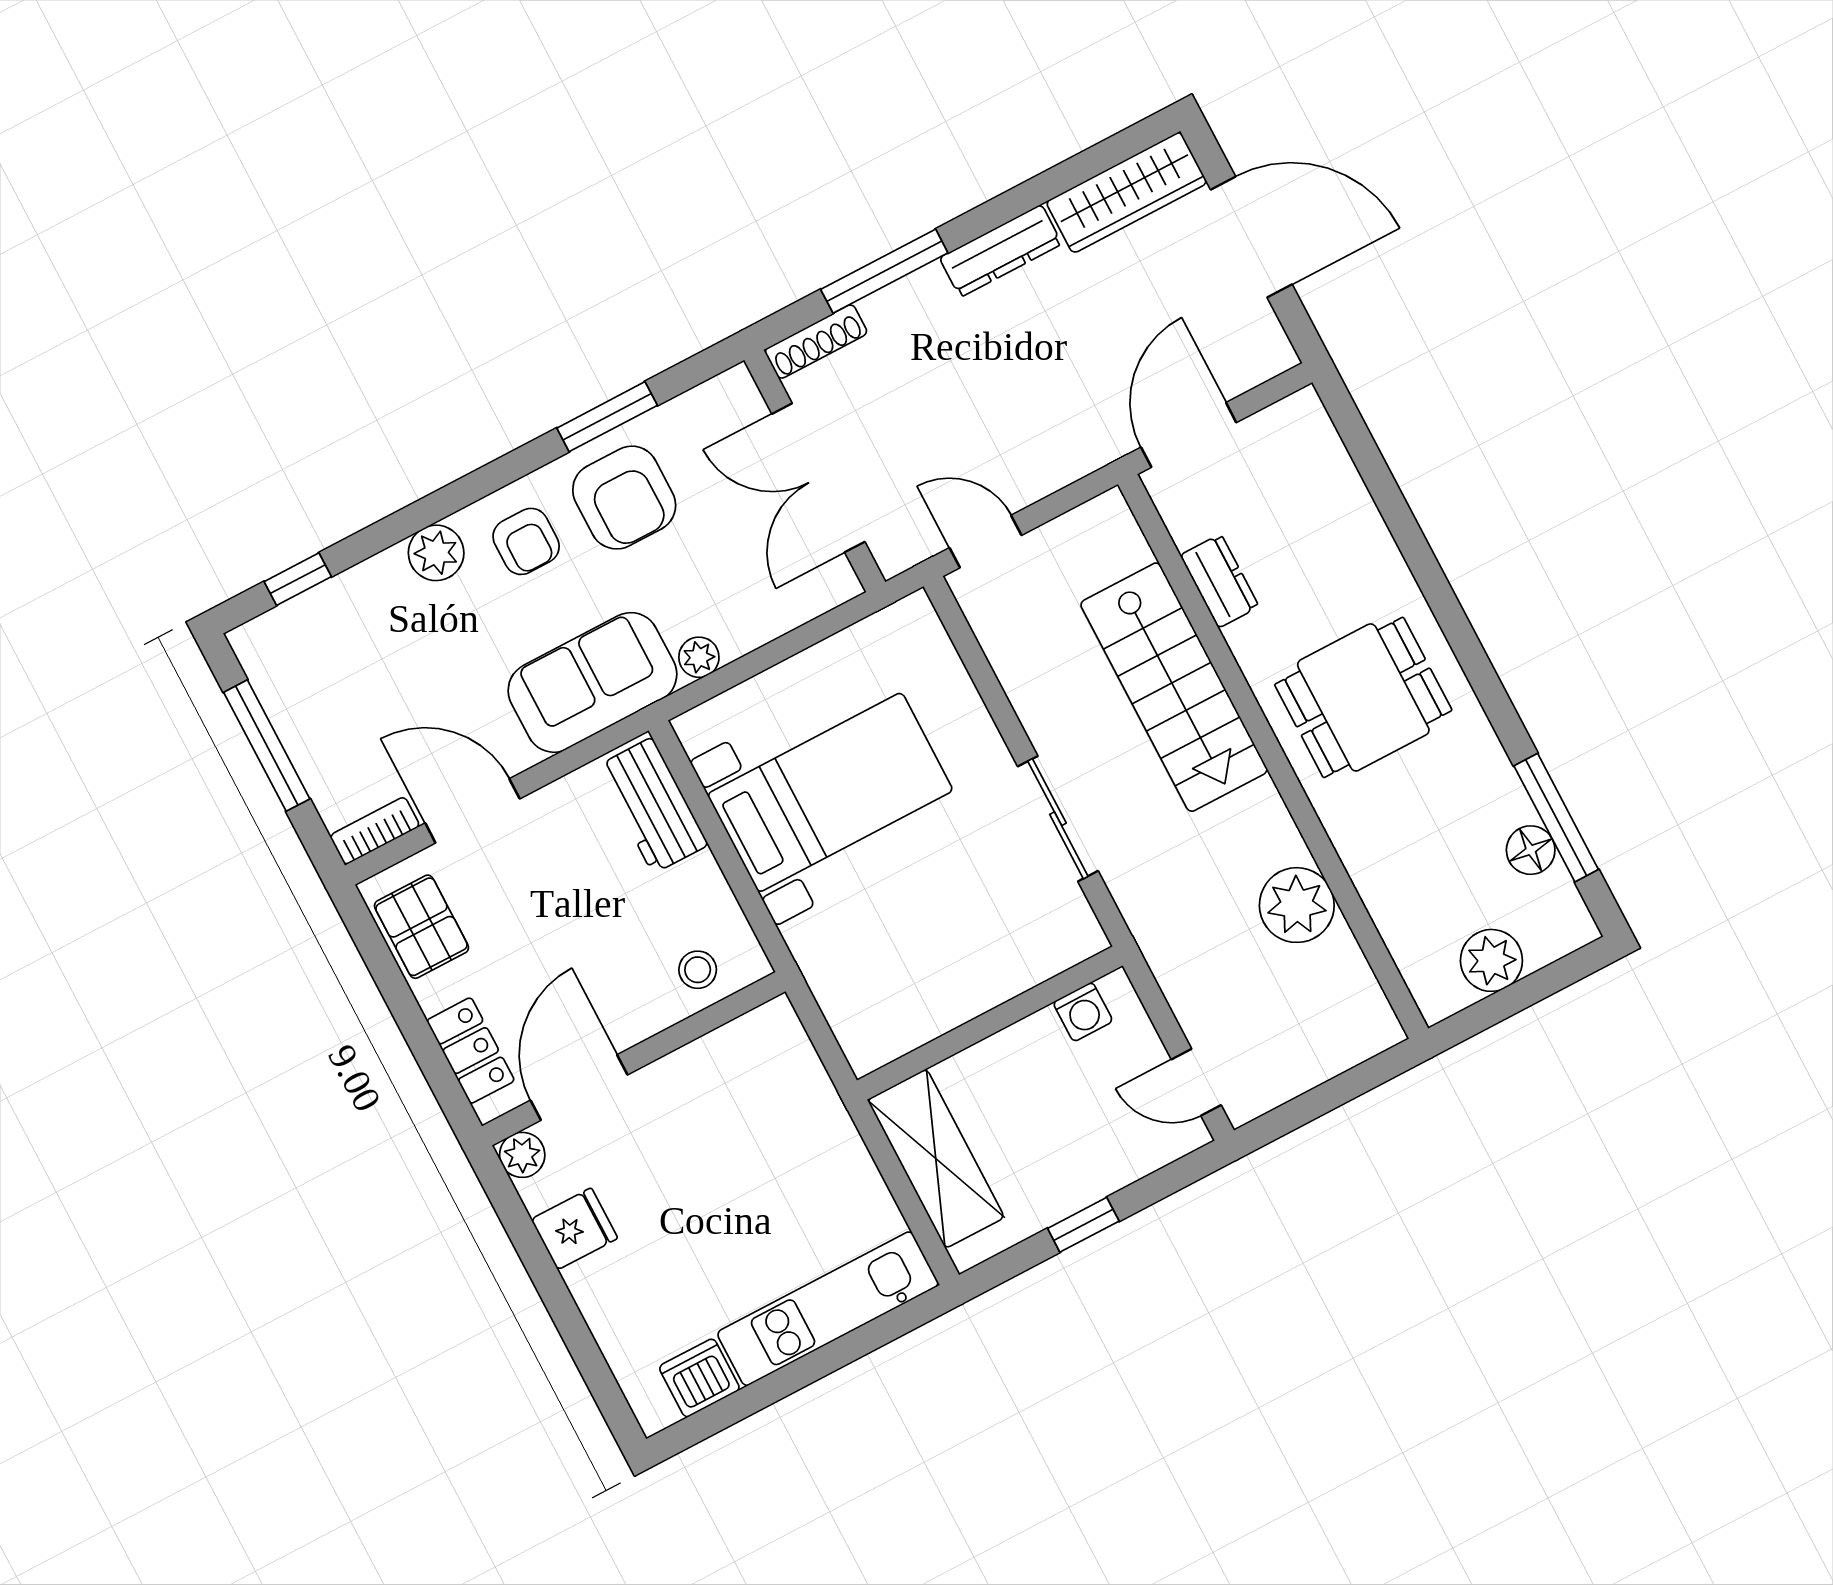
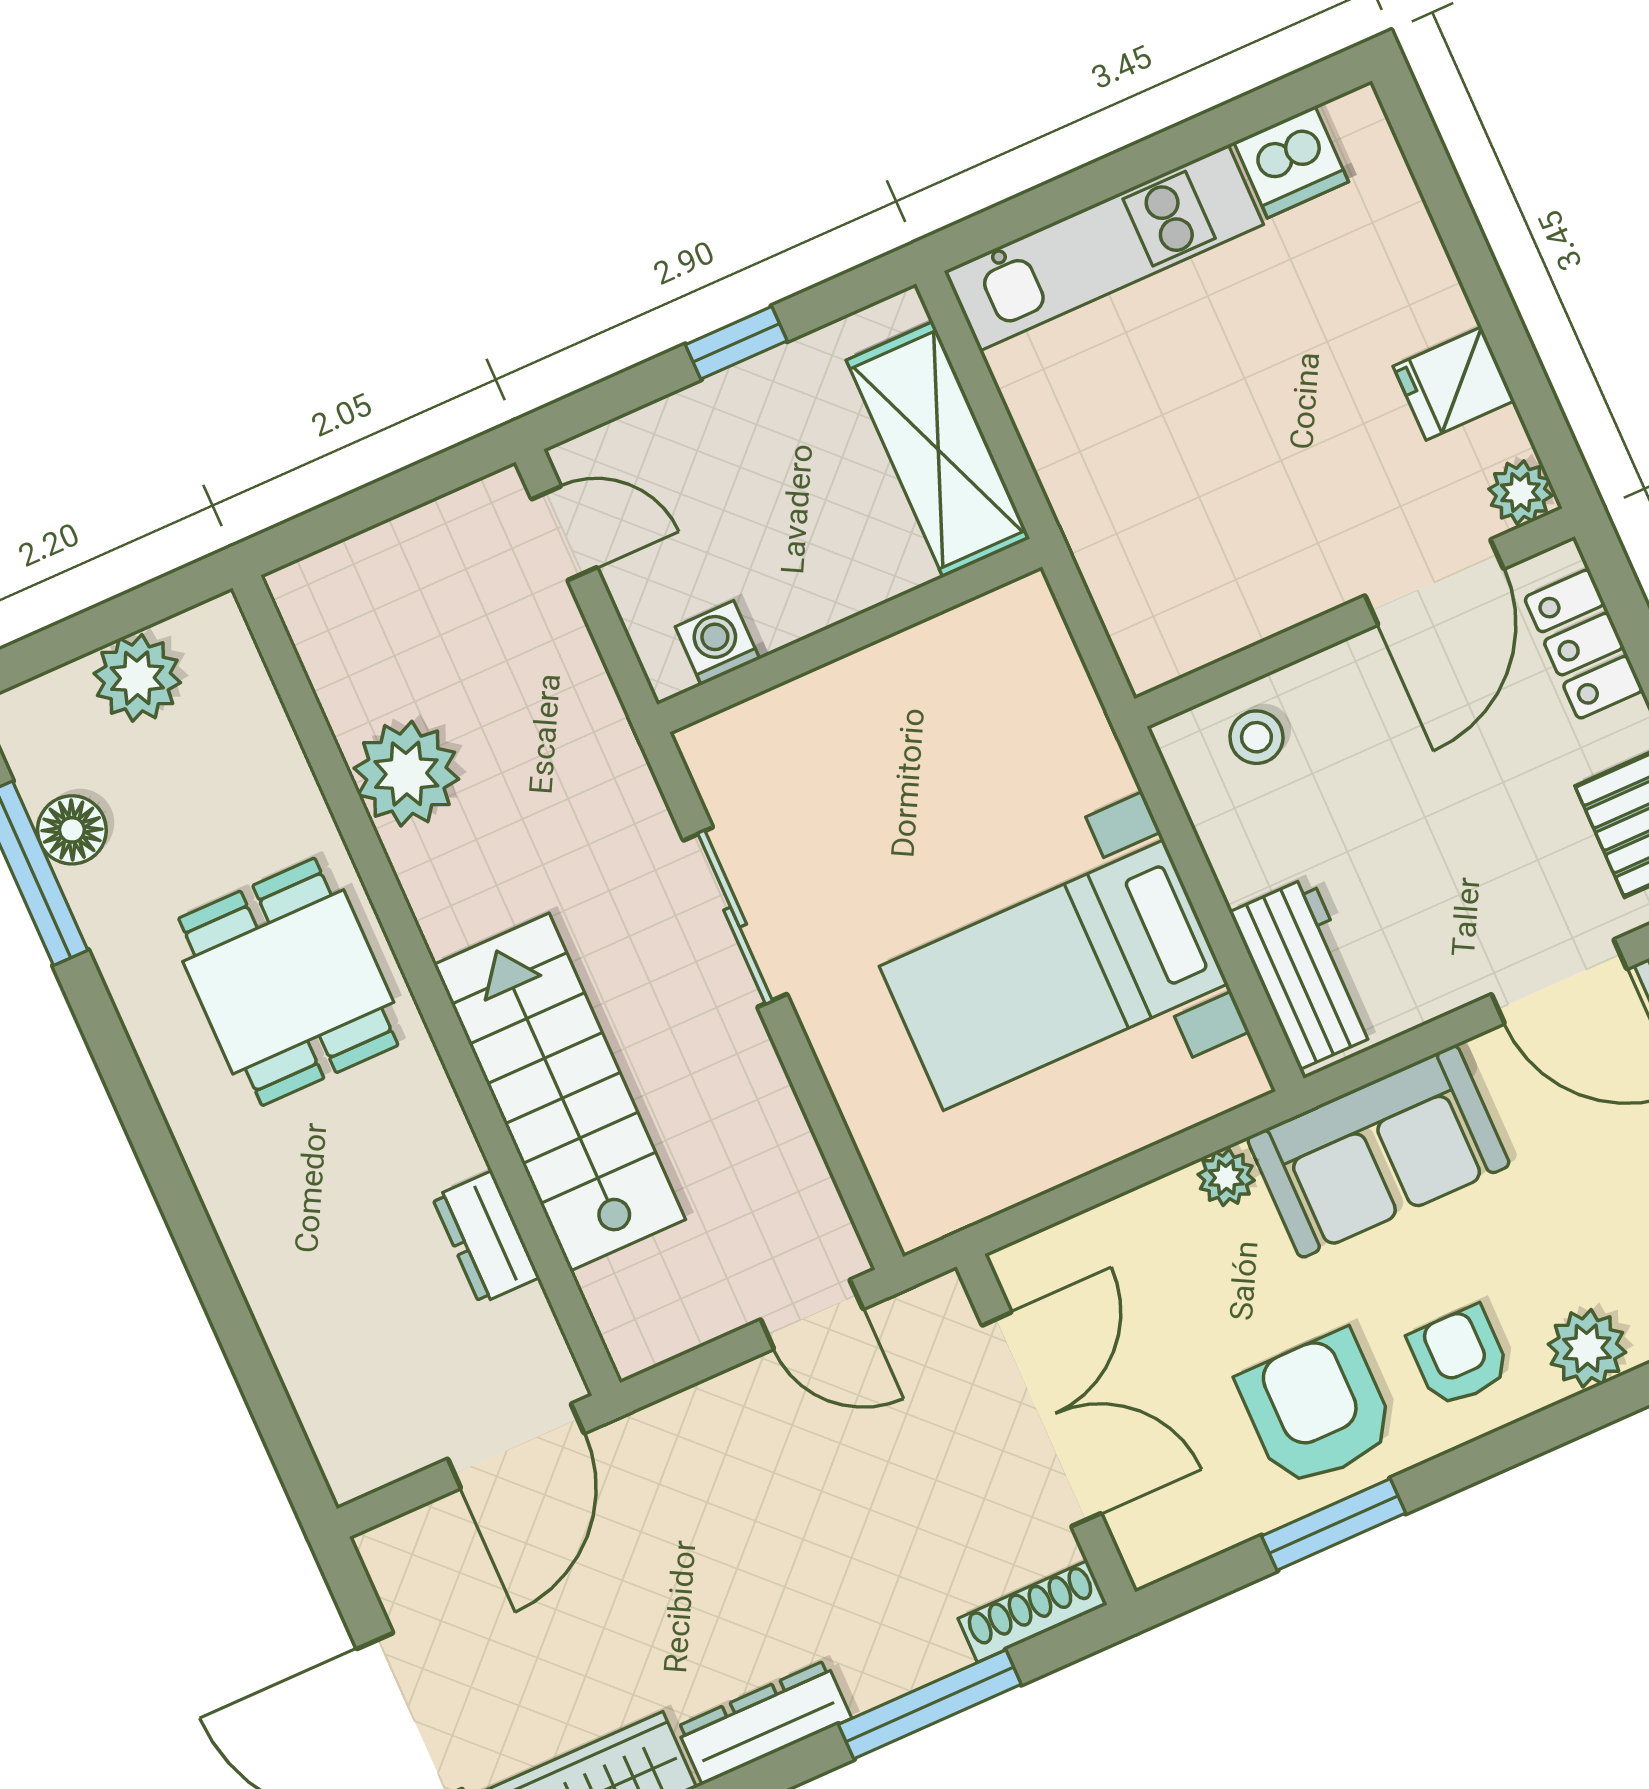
dining table: (1363, 697) -> (288, 982), moved, turned 90

